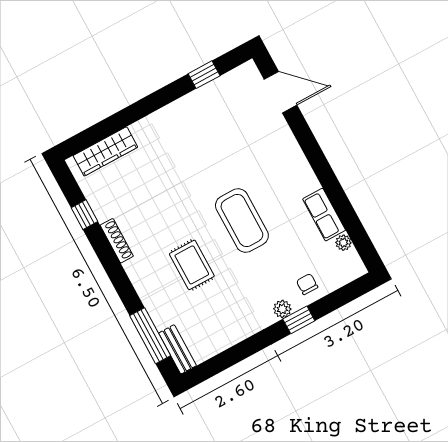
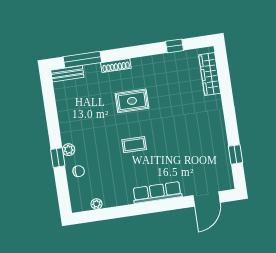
row of seats: (324, 215) -> (157, 192), moved, width x1.48
coffee table: (242, 220) -> (134, 145), width x0.54, depth x0.58
shoe rack: (117, 241) -> (116, 66), moved
rug: (192, 265) -> (132, 101), moved

